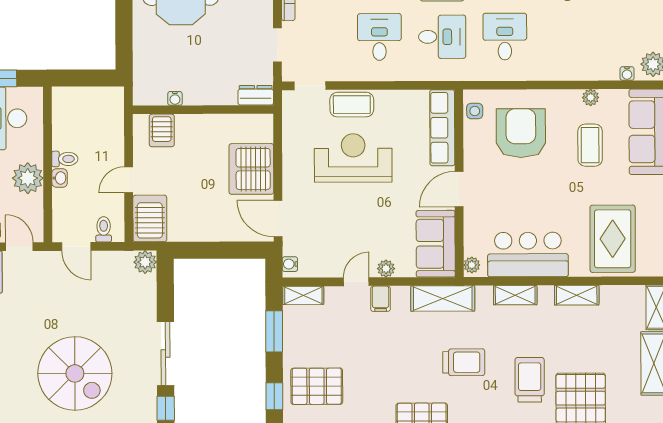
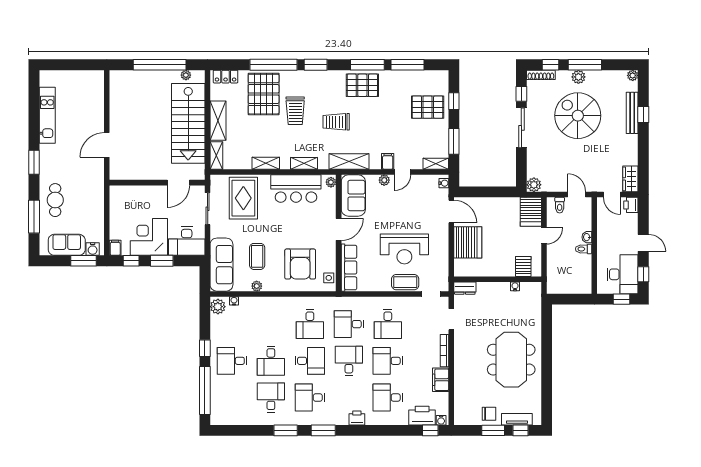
plant: (28, 178) -> (607, 237), removed

